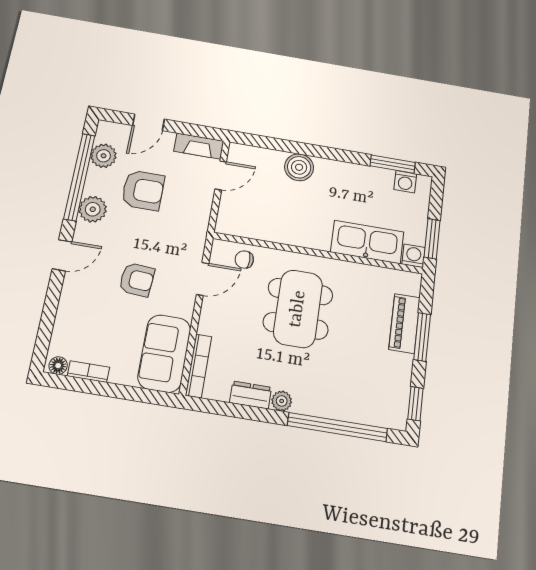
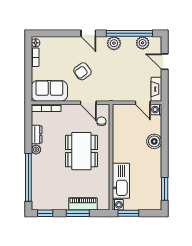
washing machine: (405, 182) -> (156, 110), moved
armchair: (143, 190) -> (128, 66), removed
armchair: (137, 280) -> (82, 71), turned 50
dining table: (298, 309) -> (81, 151), turned 90

